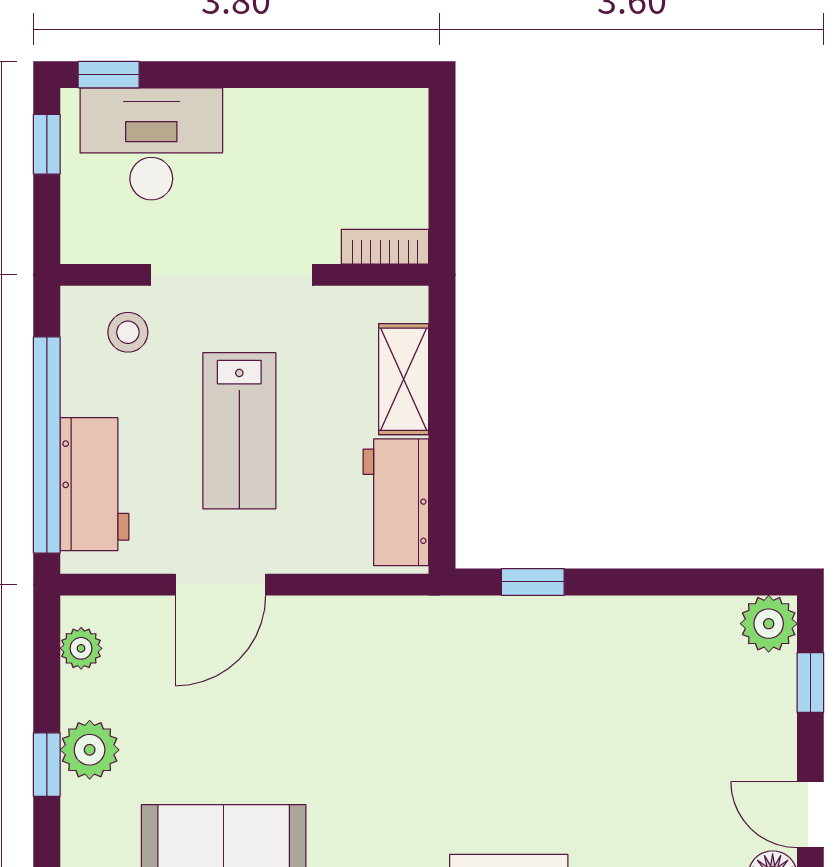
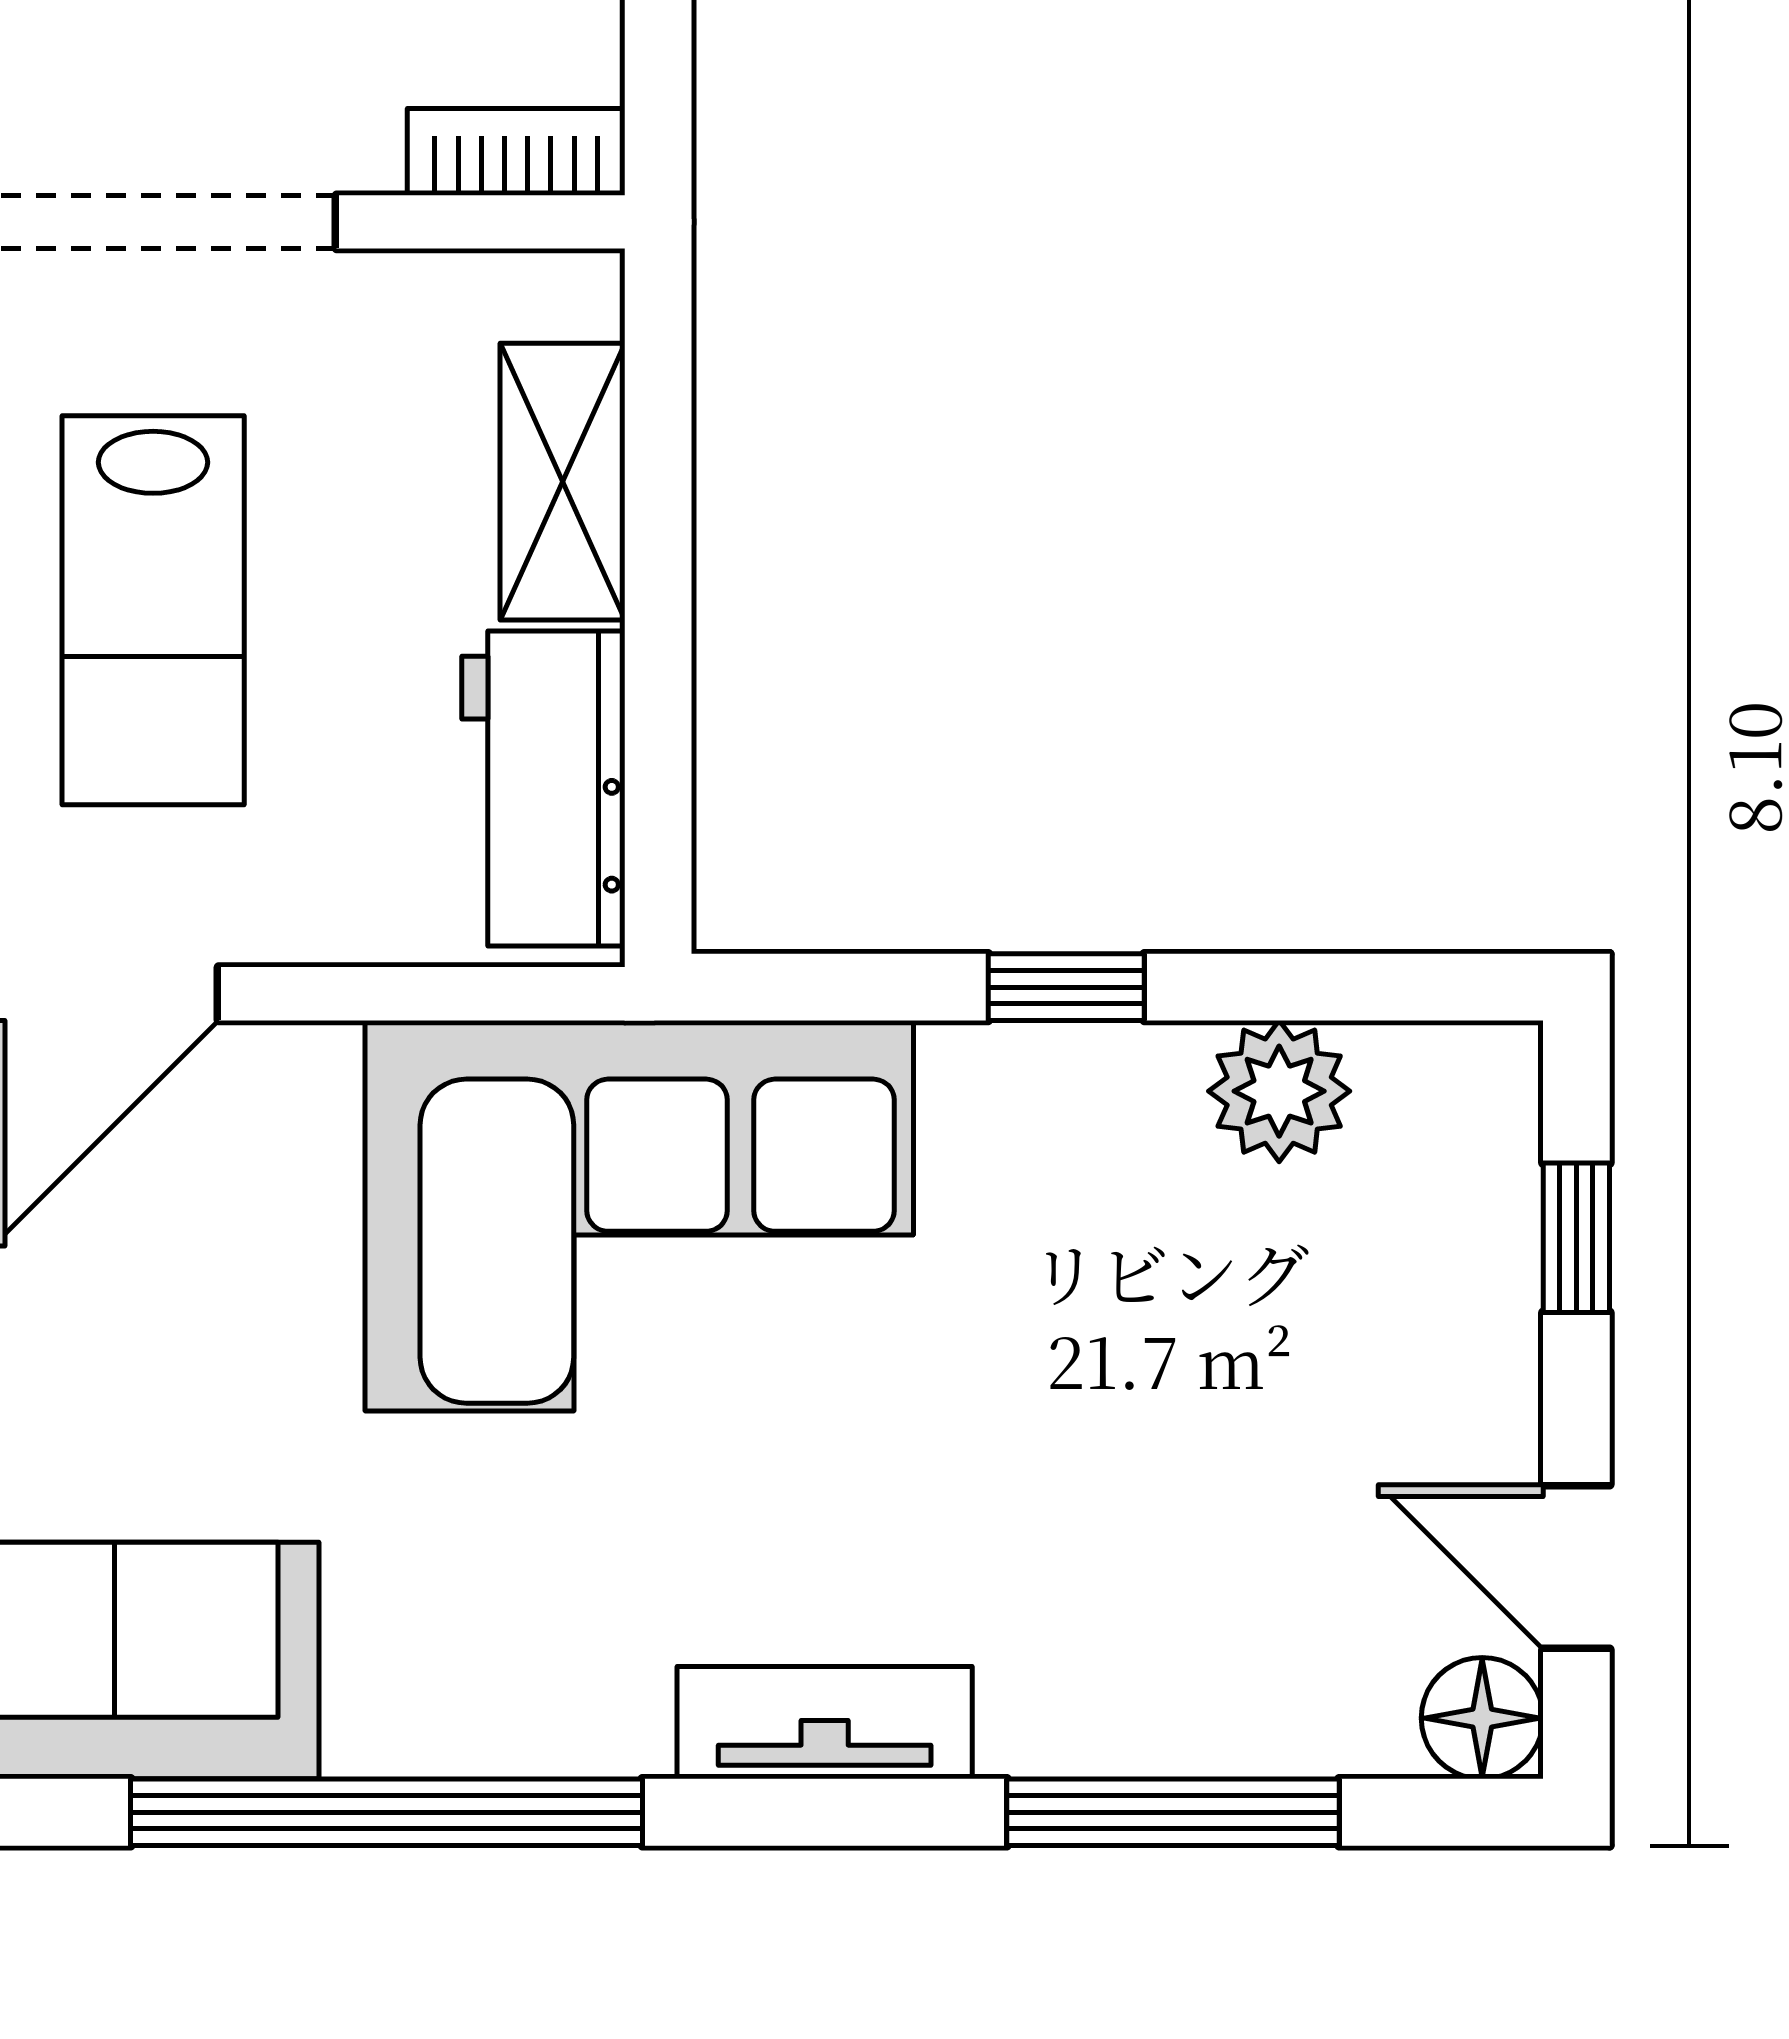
window: (533, 582) -> (1066, 987), moved
plant: (769, 624) -> (1279, 1091), moved
corner sofa: (434, 674) -> (639, 1216), added

